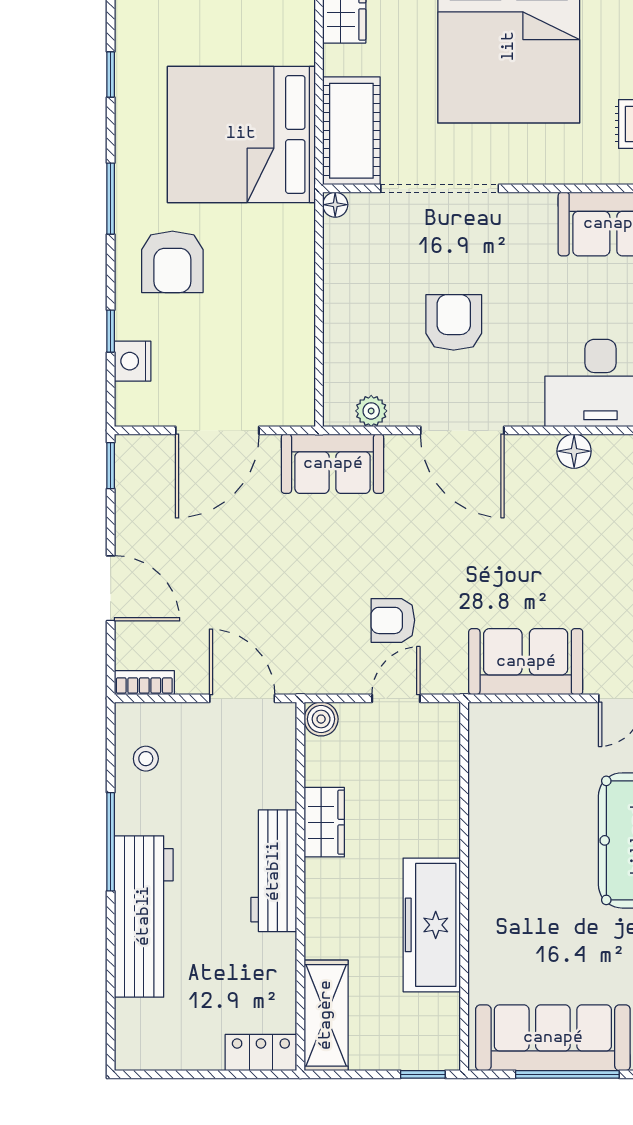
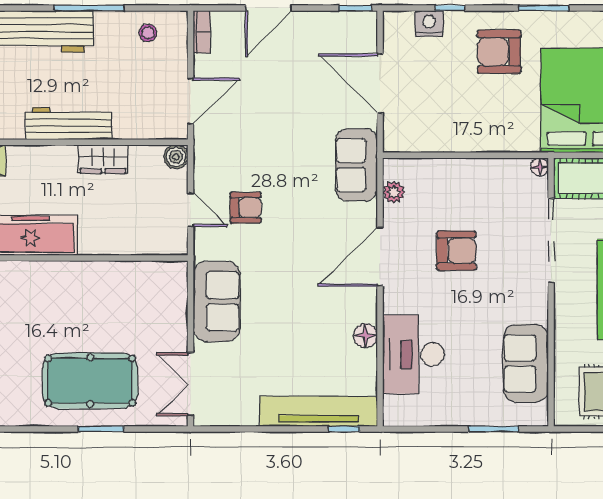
armchair: (393, 620) -> (246, 208), turned 90

